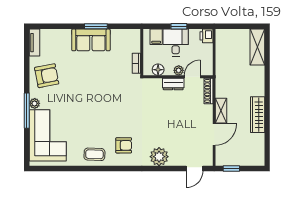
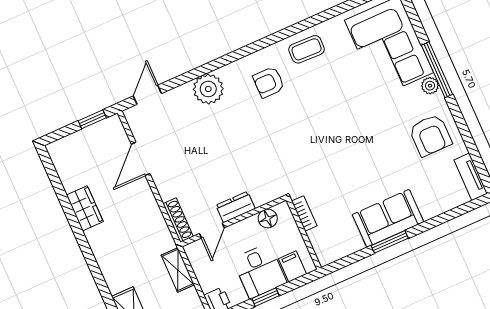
plant: (179, 70) -> (236, 231), removed
armchair: (47, 76) -> (430, 135), turned -79
shelving: (221, 111) -> (178, 270), moved
wardrobe: (258, 115) -> (85, 208), width x0.67

